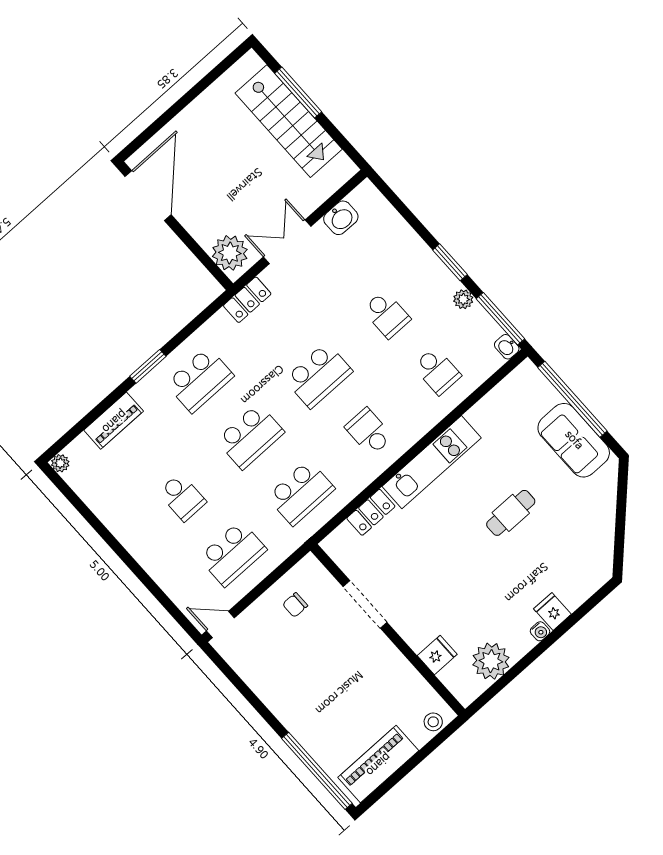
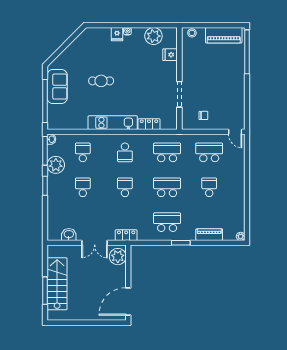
plant: (463, 299) -> (56, 165), width x1.87, depth x1.87
school desk: (318, 375) -> (125, 187), width x0.54

